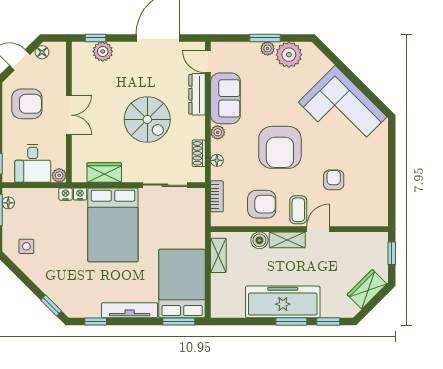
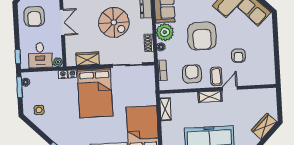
armchair: (27, 104) -> (34, 16), turned 90
plant: (218, 132) -> (165, 32), width x1.87, depth x1.87
armchair: (334, 180) -> (238, 56), turned 180
armchair: (262, 204) -> (192, 74), turned -90
boiler: (259, 240) -> (192, 98), removed
window: (392, 253) -> (279, 102), removed

